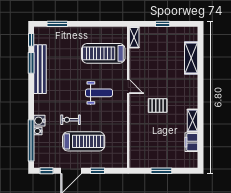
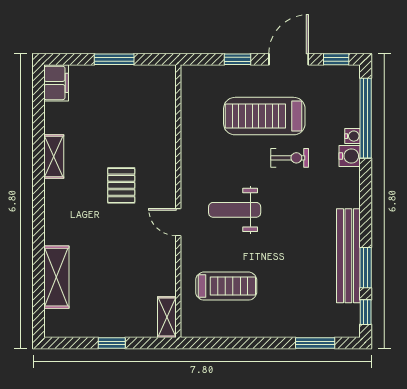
treadmill: (103, 53) -> (226, 286), width x0.73, depth x0.73
pallet: (158, 105) -> (121, 185), turned 90
filing cabinet: (191, 142) -> (56, 83), moved

